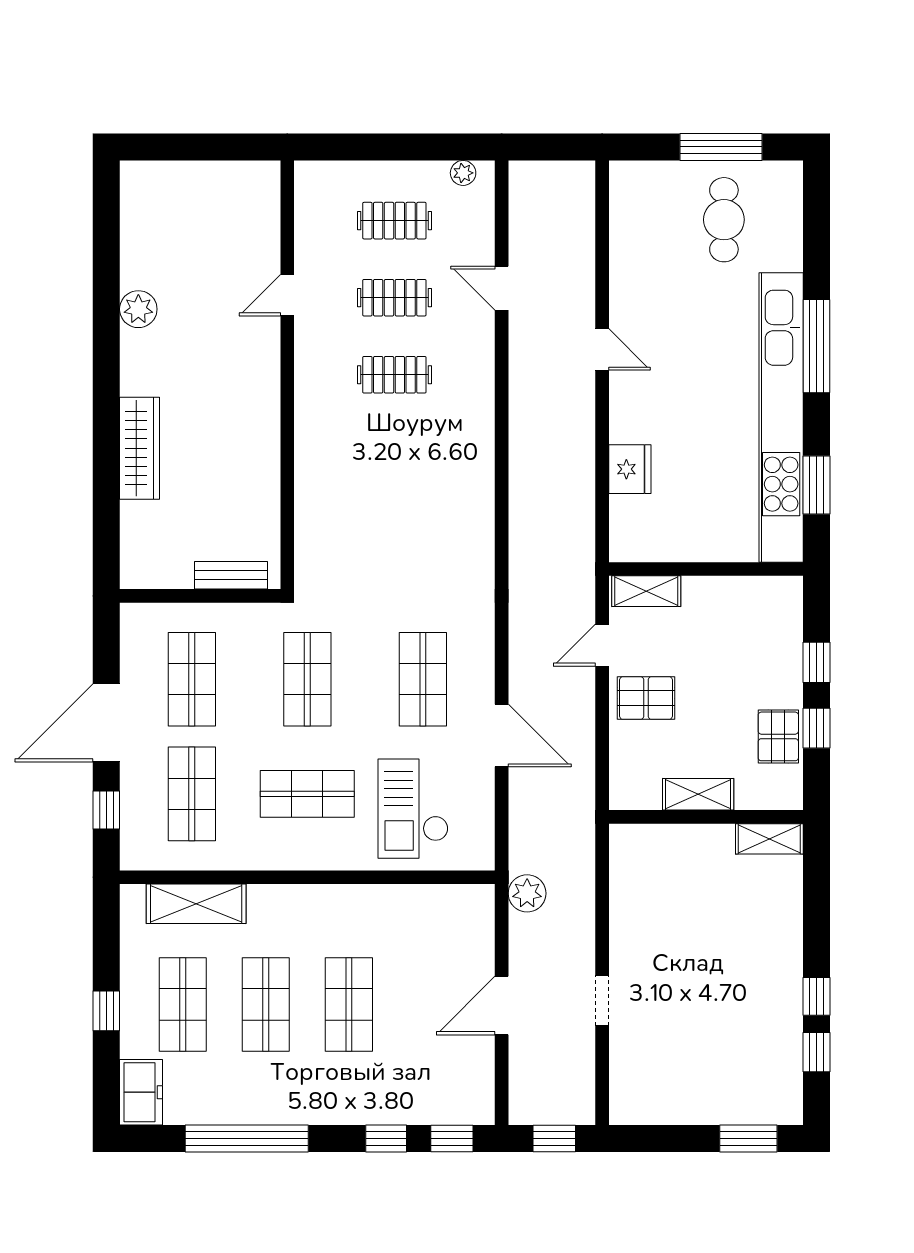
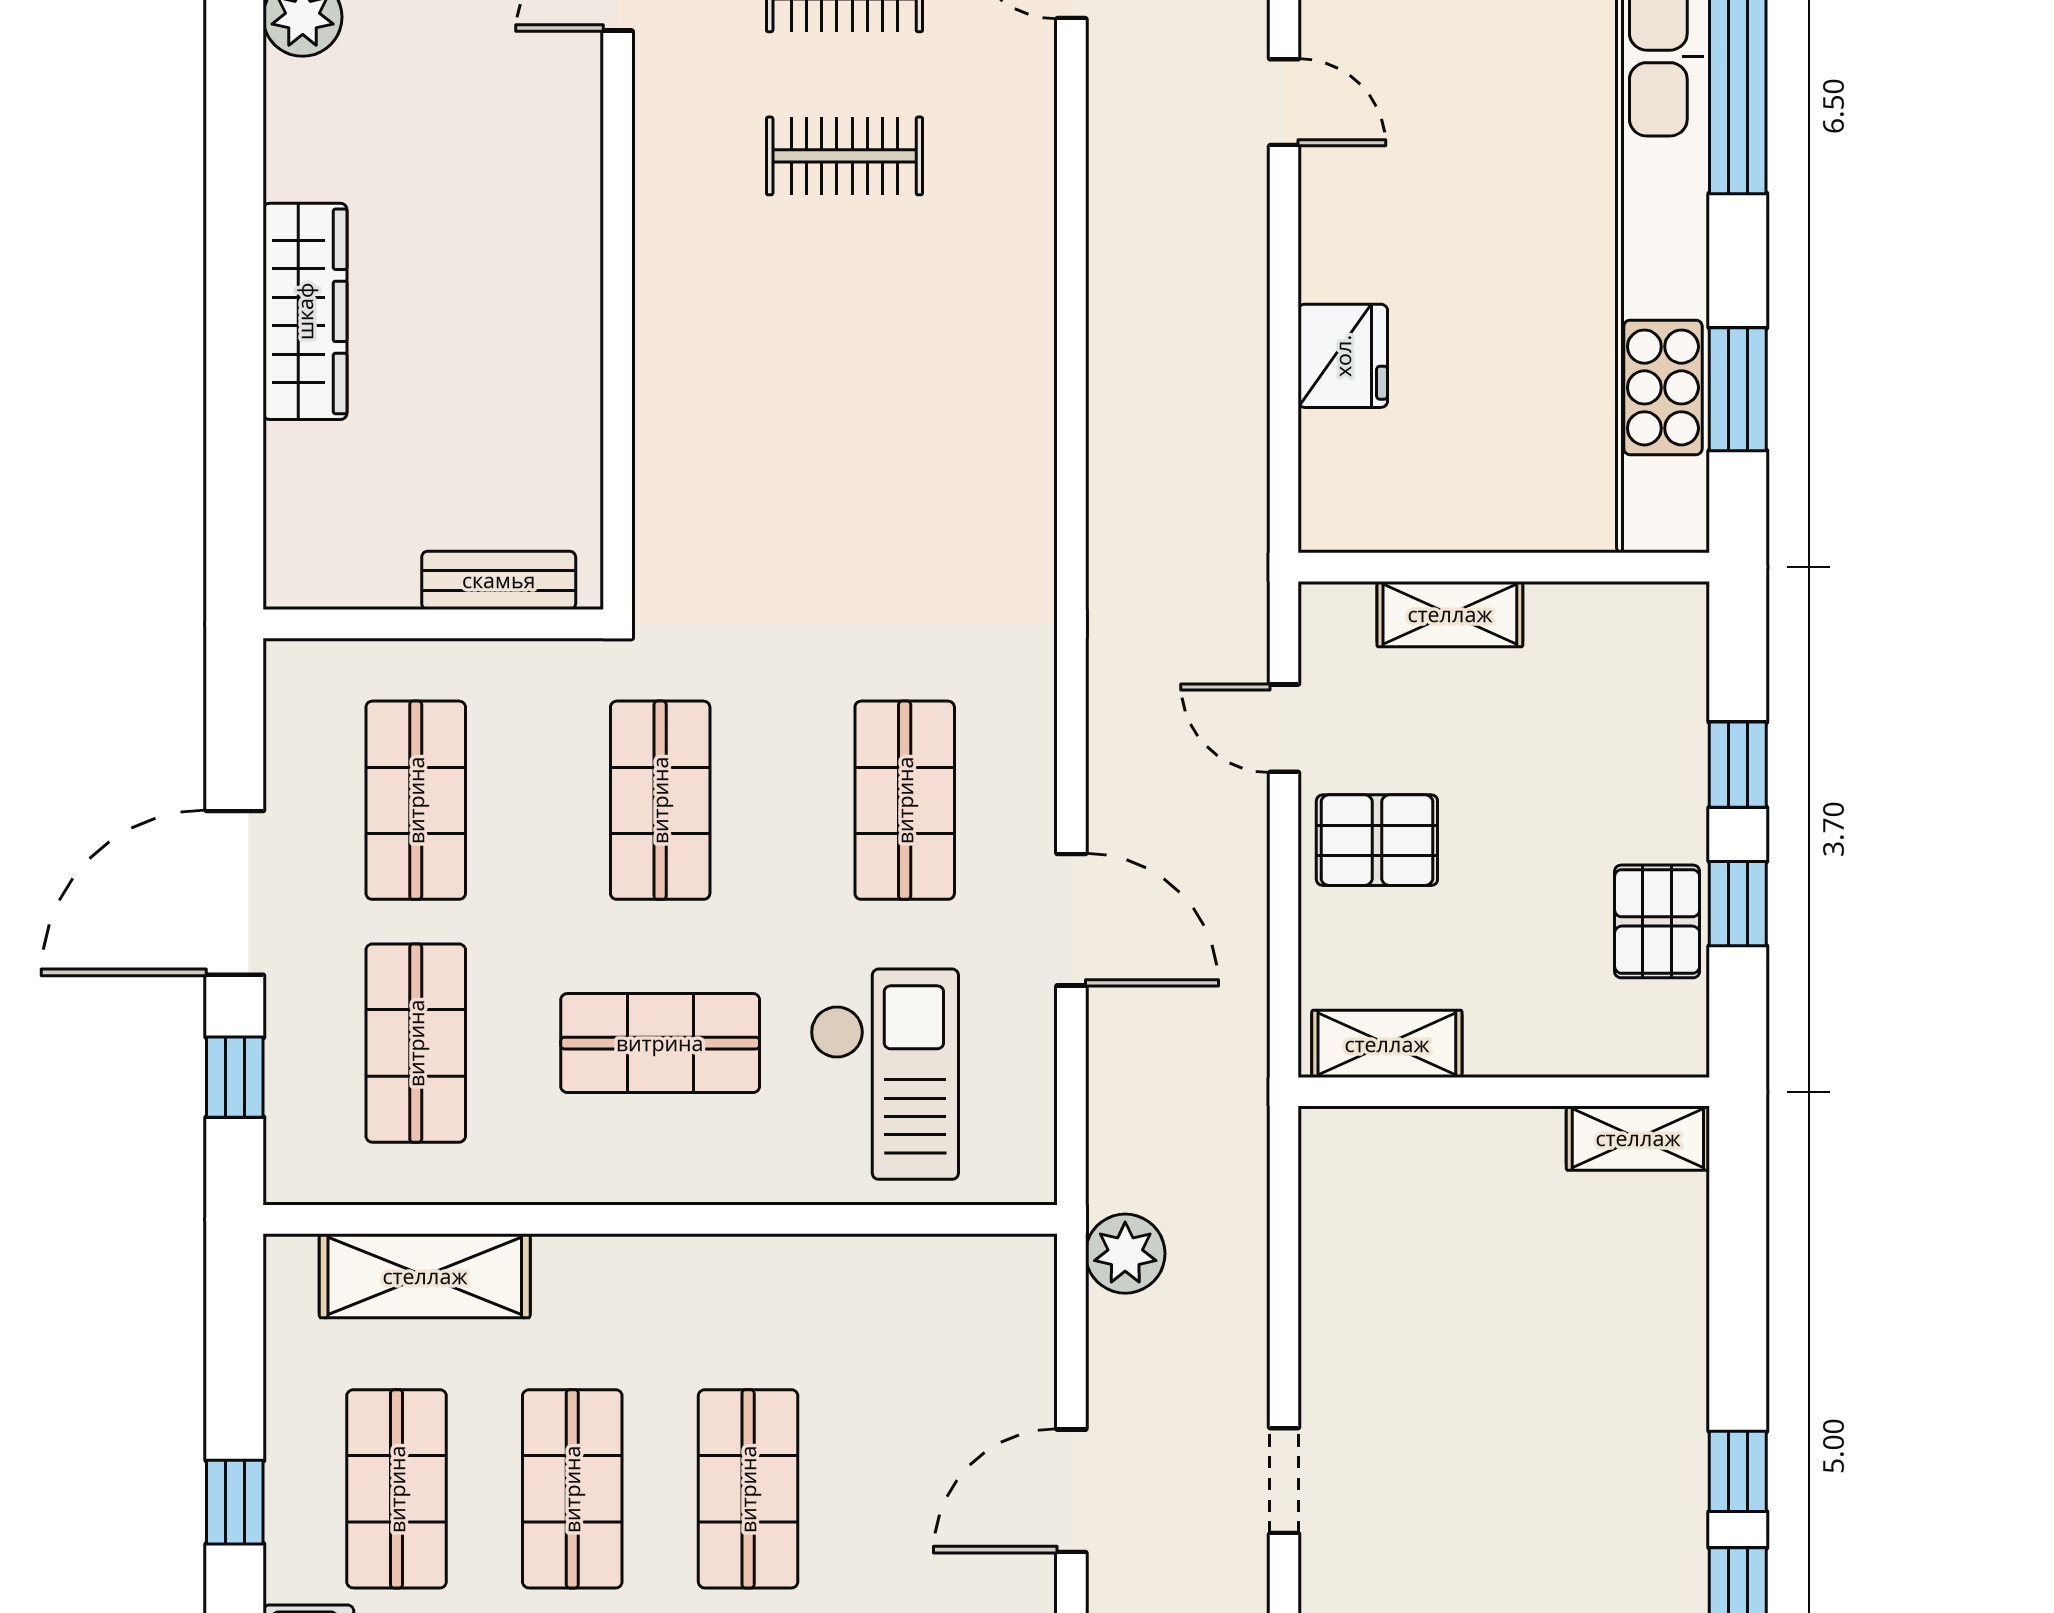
shelving: (646, 591) -> (1450, 614), moved
door: (602, 645) -> (1284, 728), hinge flipped
shelving: (698, 794) -> (1387, 1044), moved
checkout: (413, 809) -> (884, 1074), turned 180

